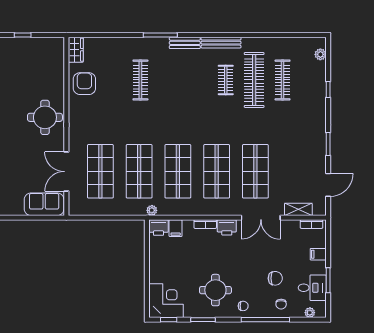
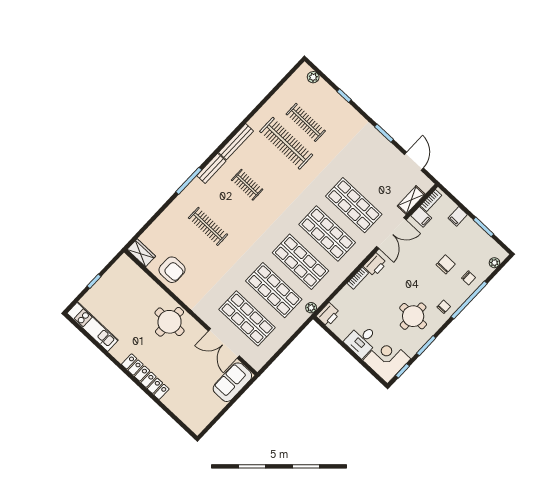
clothes rail: (226, 80) -> (247, 185), moved
armchair: (84, 84) -> (172, 270), turned 180
filing cabinet: (176, 228) -> (421, 217), moved
desk: (312, 288) -> (362, 340), moved, turned 180

